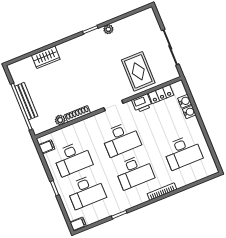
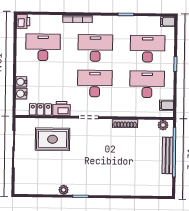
wardrobe: (46, 57) -> (132, 188), removed
rug: (138, 71) -> (53, 139), turned 90
plant: (60, 120) -> (163, 125), moved
printer: (211, 168) -> (23, 22), added

